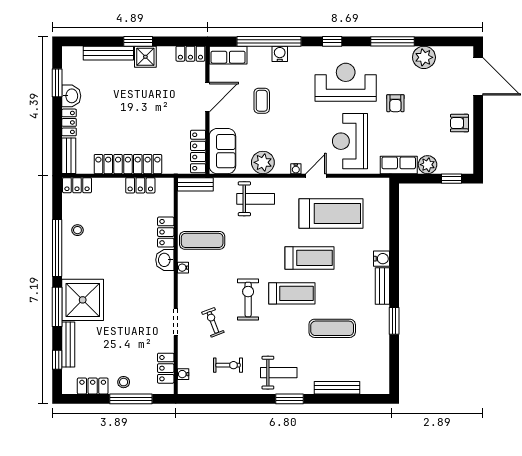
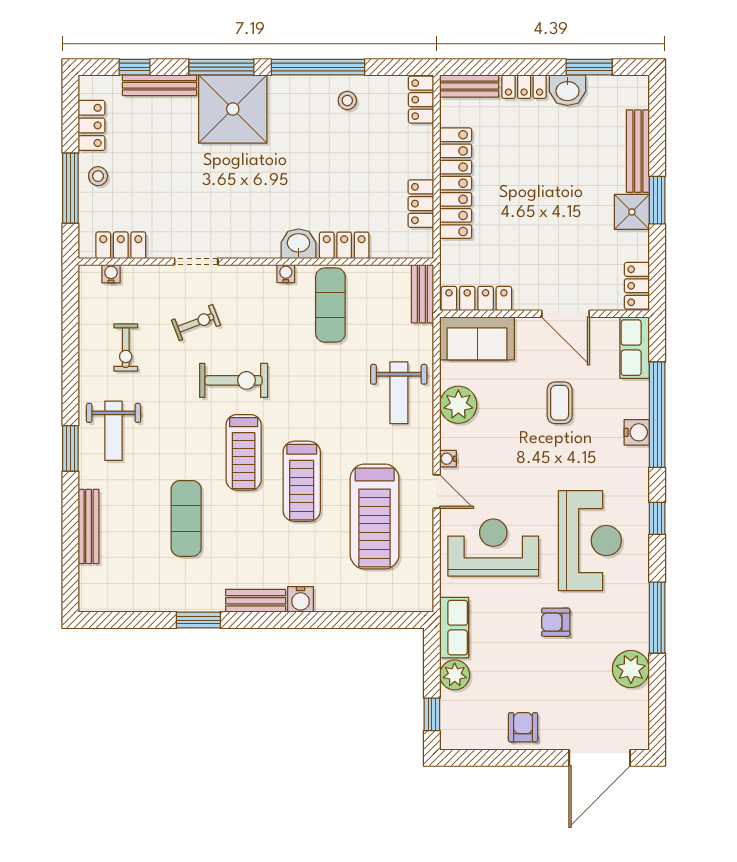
coffee table: (262, 101) -> (560, 403), turned 90

